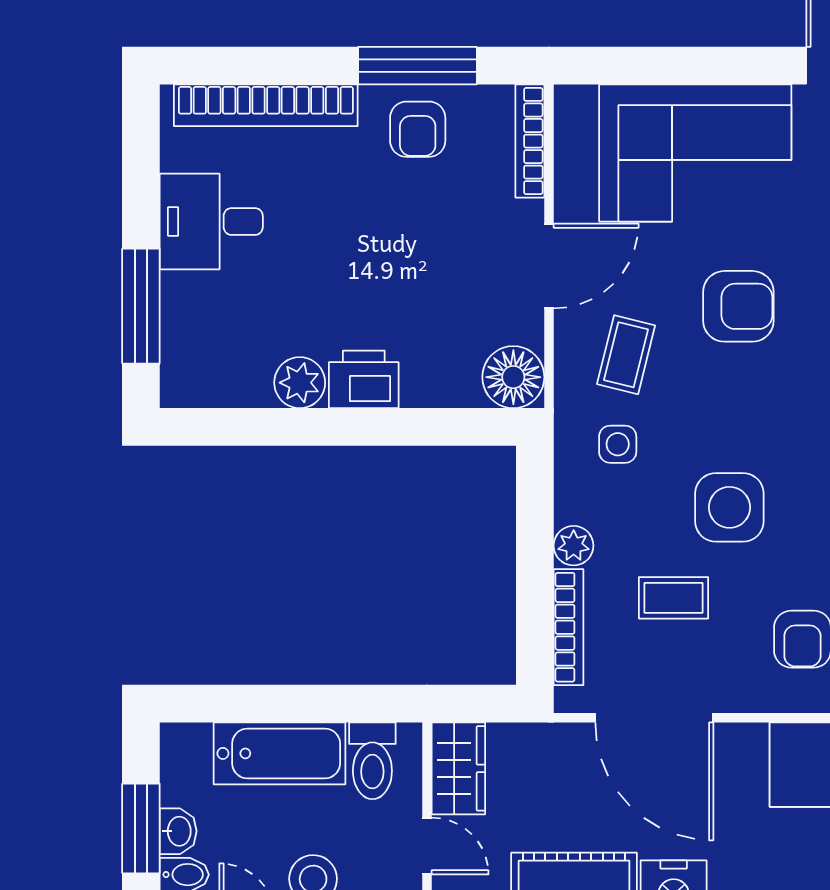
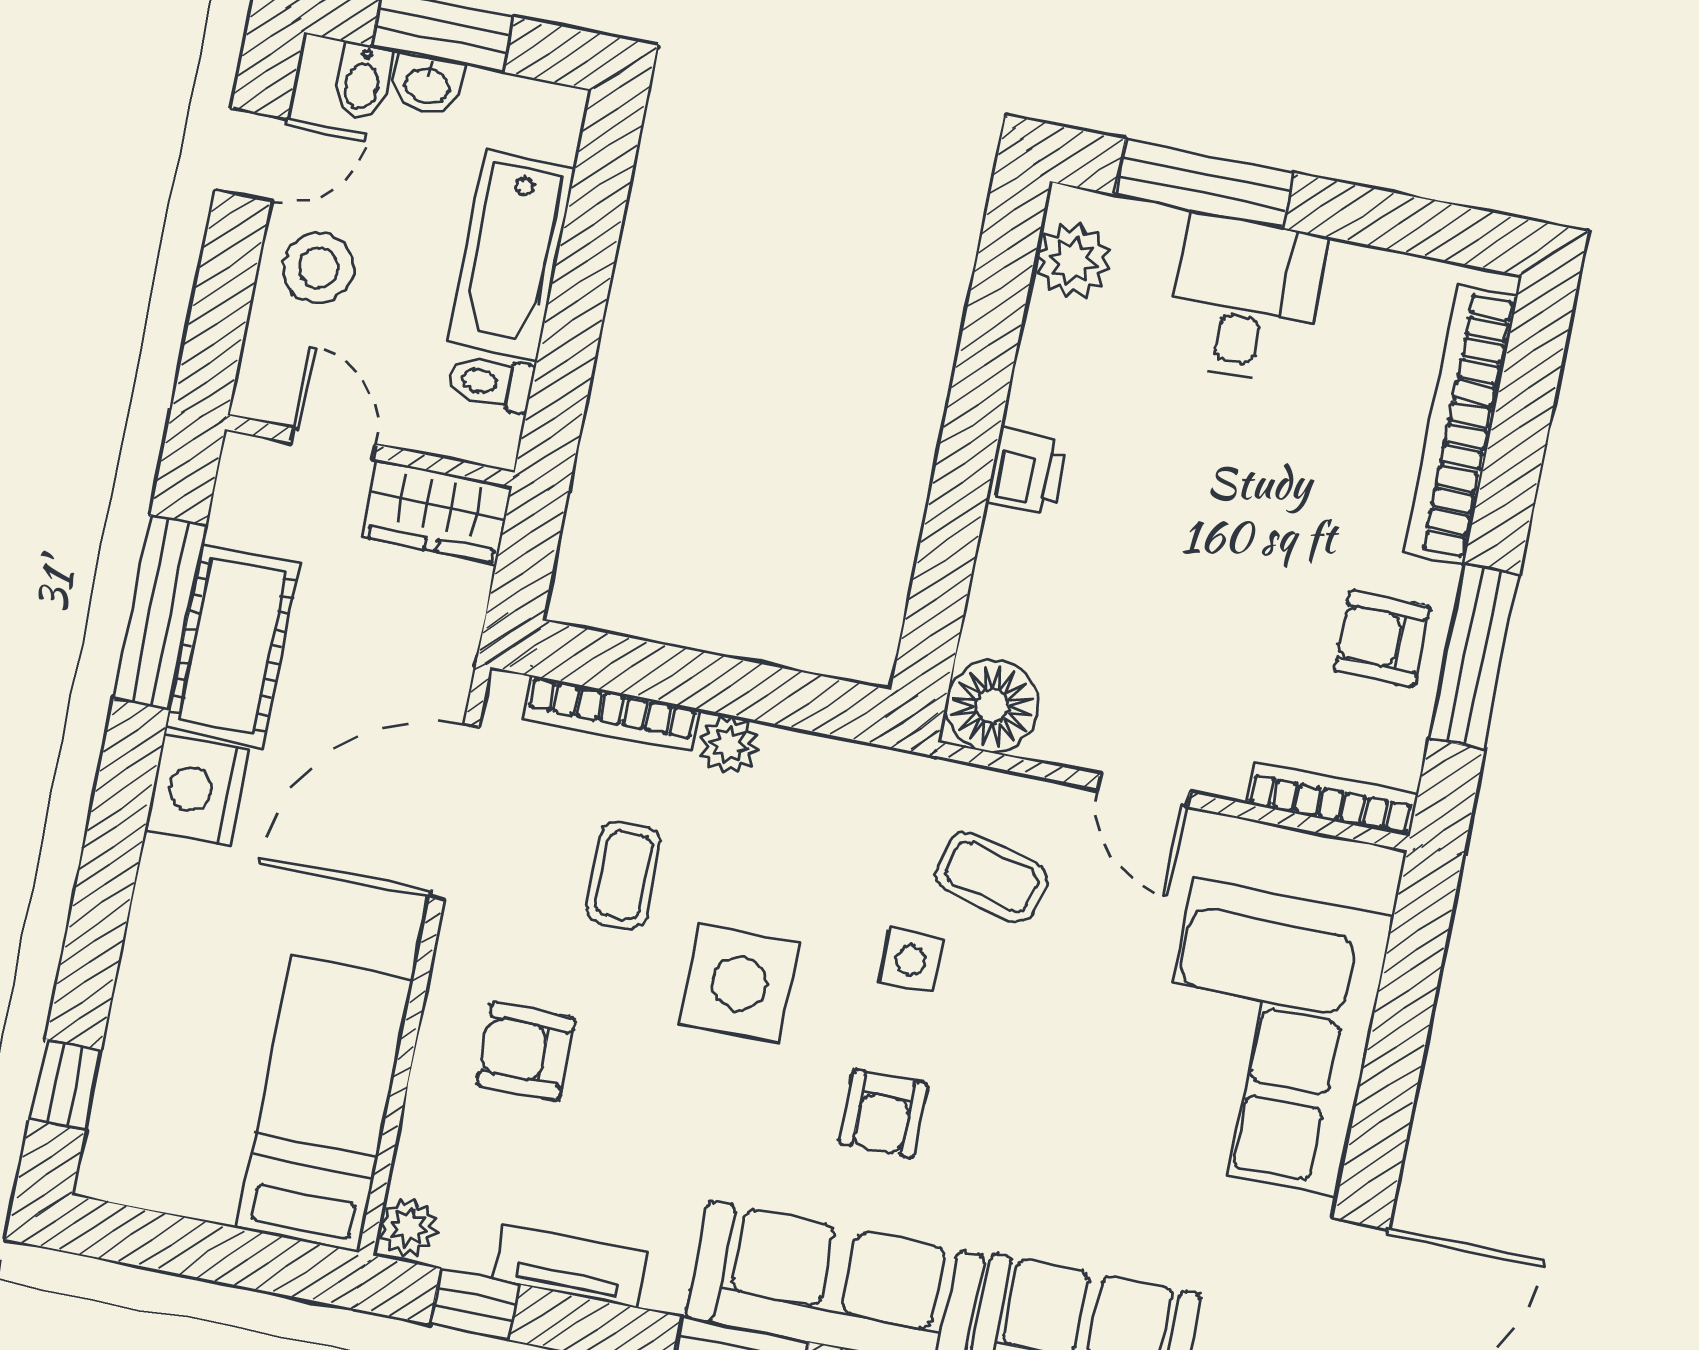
desk: (211, 222) -> (1245, 298), moved
door: (549, 266) -> (1144, 790), width x0.73
armchair: (738, 306) -> (884, 1114), moved, width x0.72, depth x0.72
printer: (364, 379) -> (1027, 472), width x0.73, depth x0.81
plant: (300, 383) -> (1073, 261), moved
side table: (618, 444) -> (911, 961), moved
toilet: (372, 761) -> (491, 382), width x0.73, depth x0.72
door: (427, 846) -> (333, 443), swing flipped

